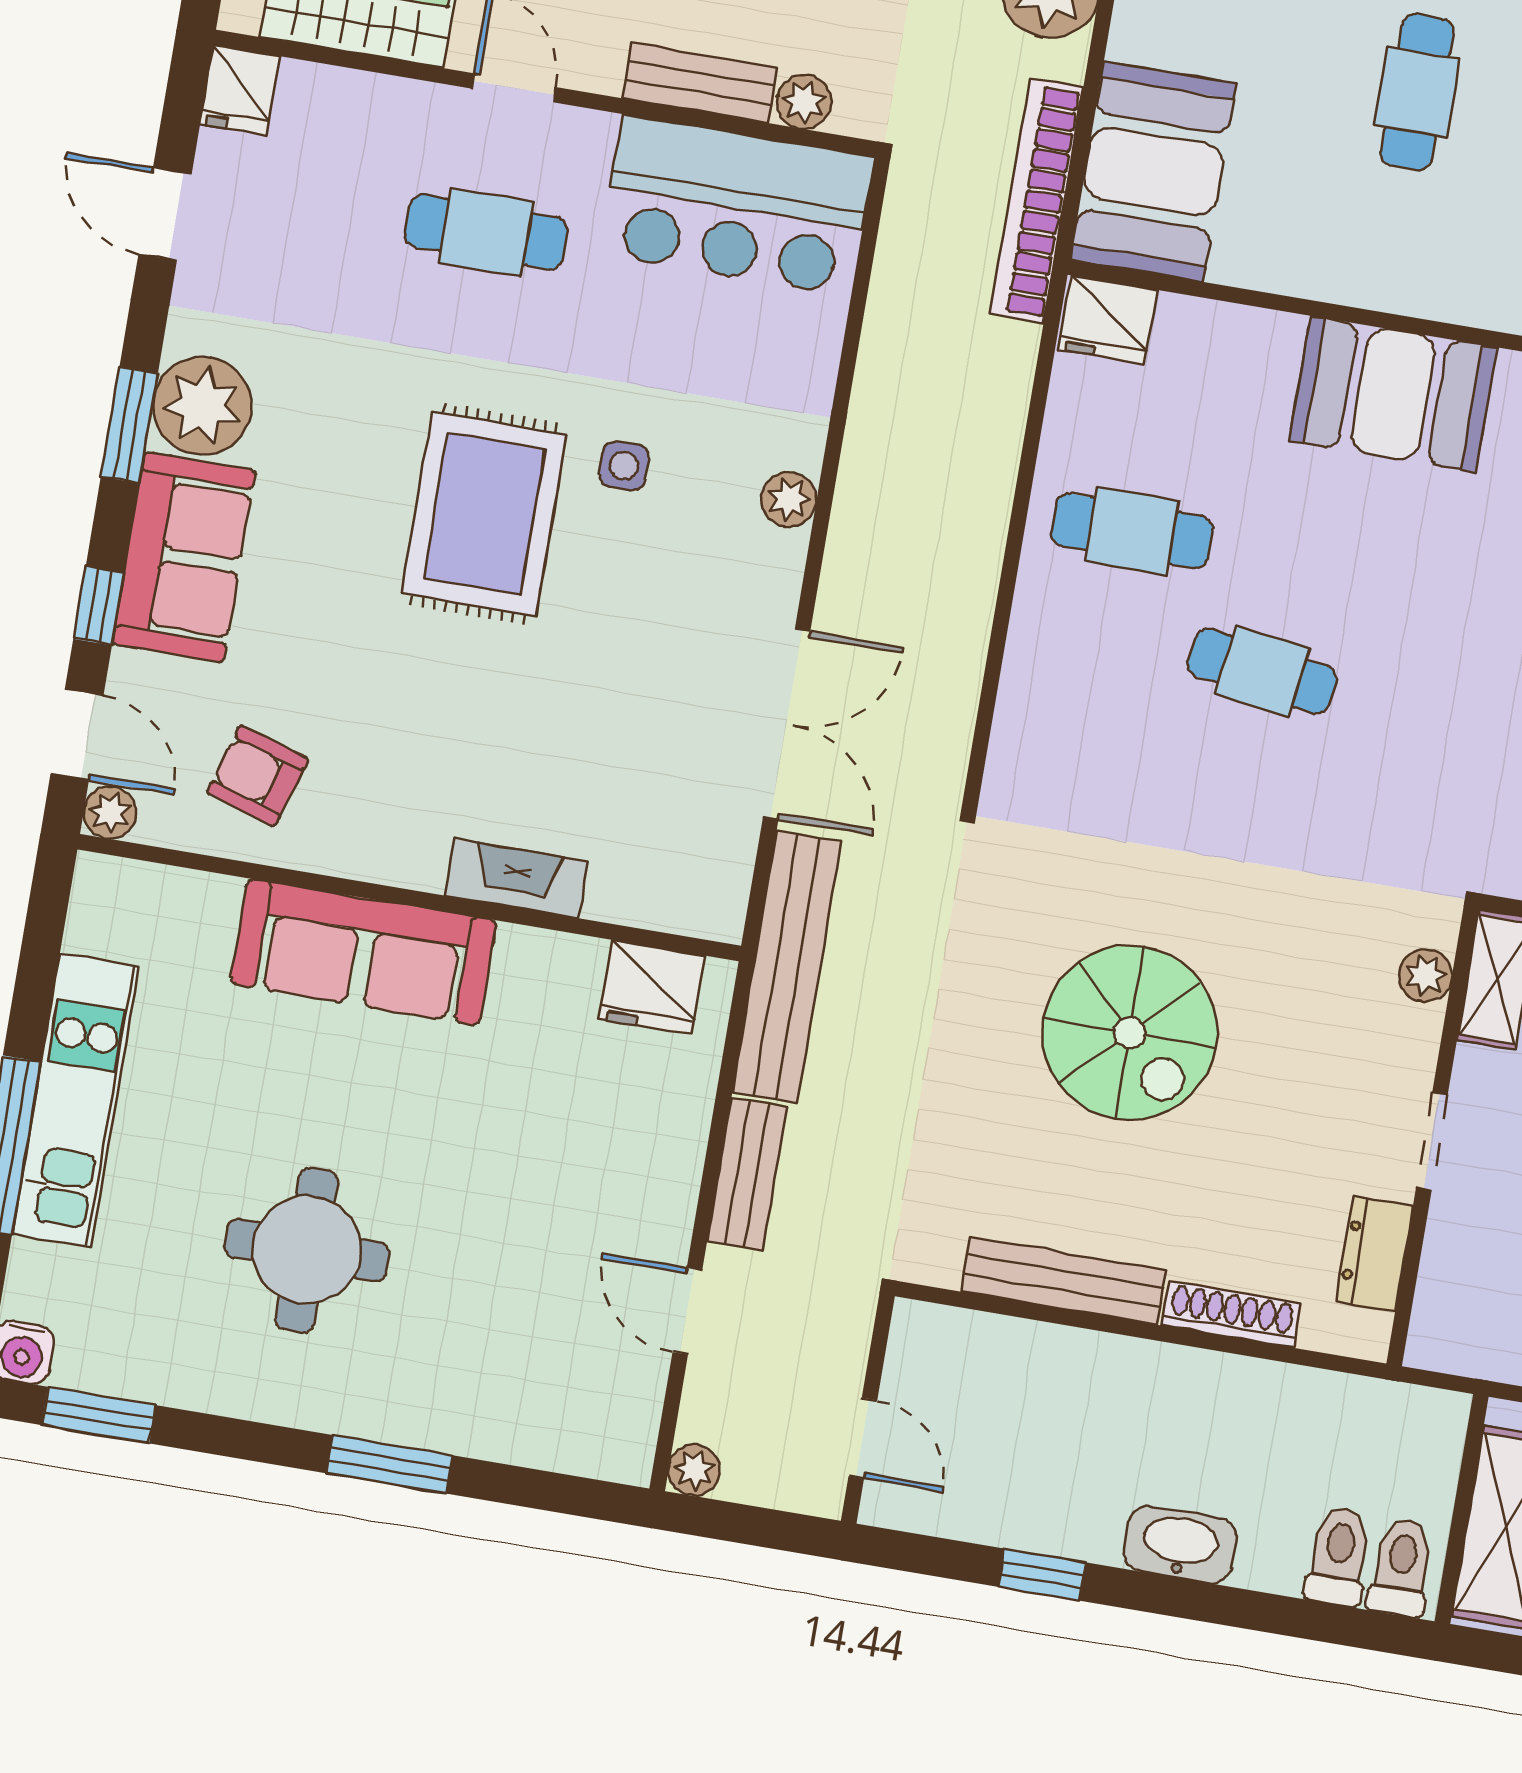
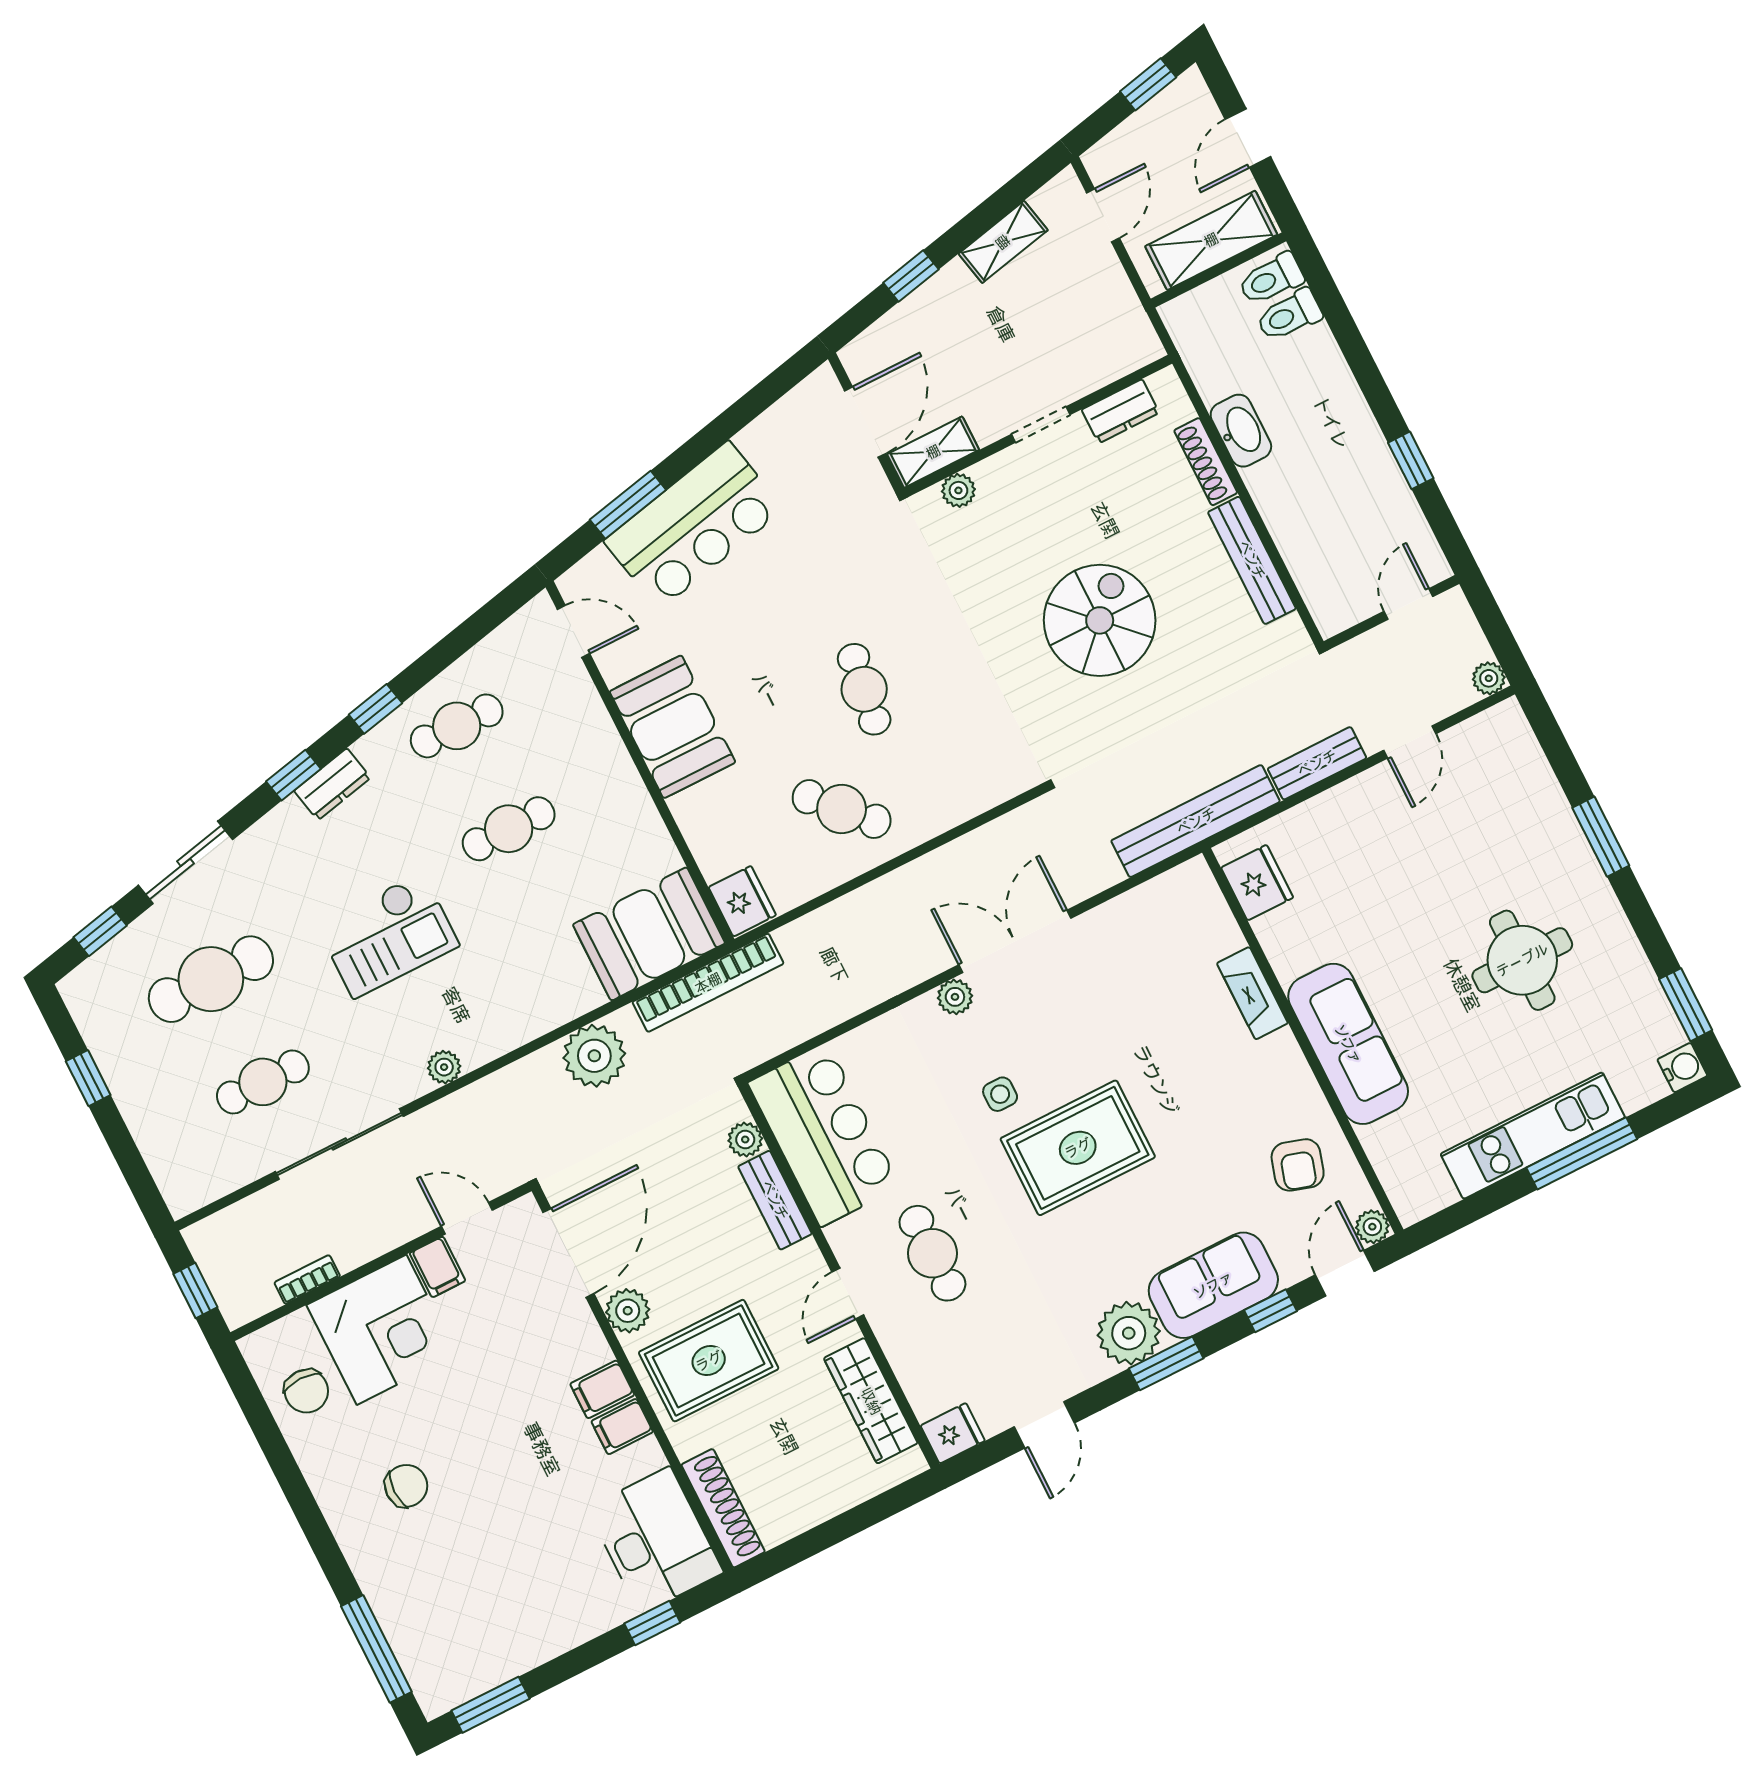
cafe table: (1132, 531) -> (842, 809), turned -43
double door: (787, 724) -> (1015, 941), moved
washbasin: (1180, 1545) -> (1241, 431), moved, turned 180

